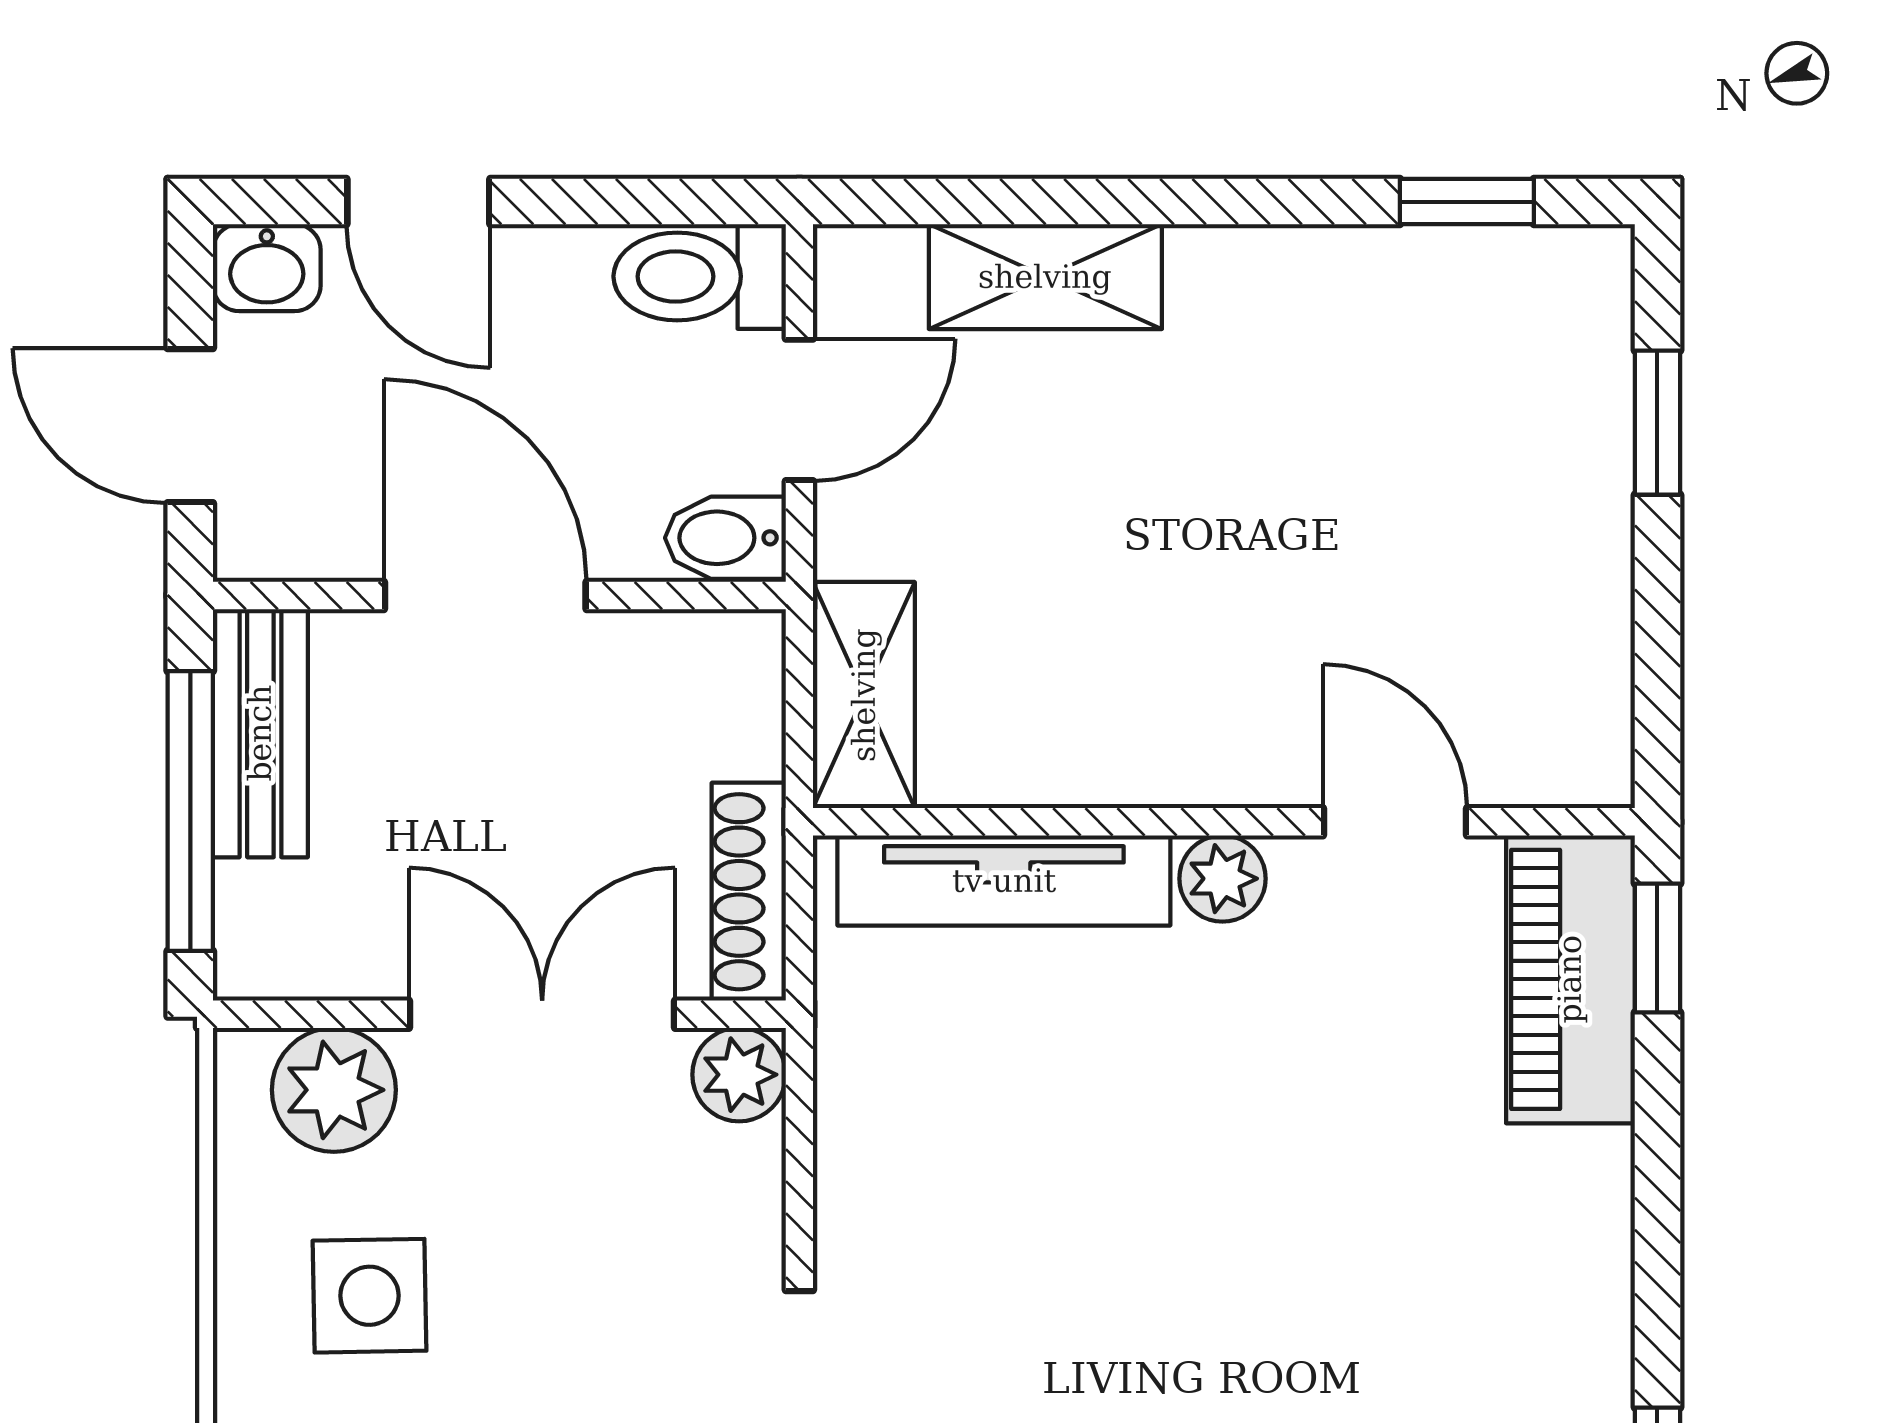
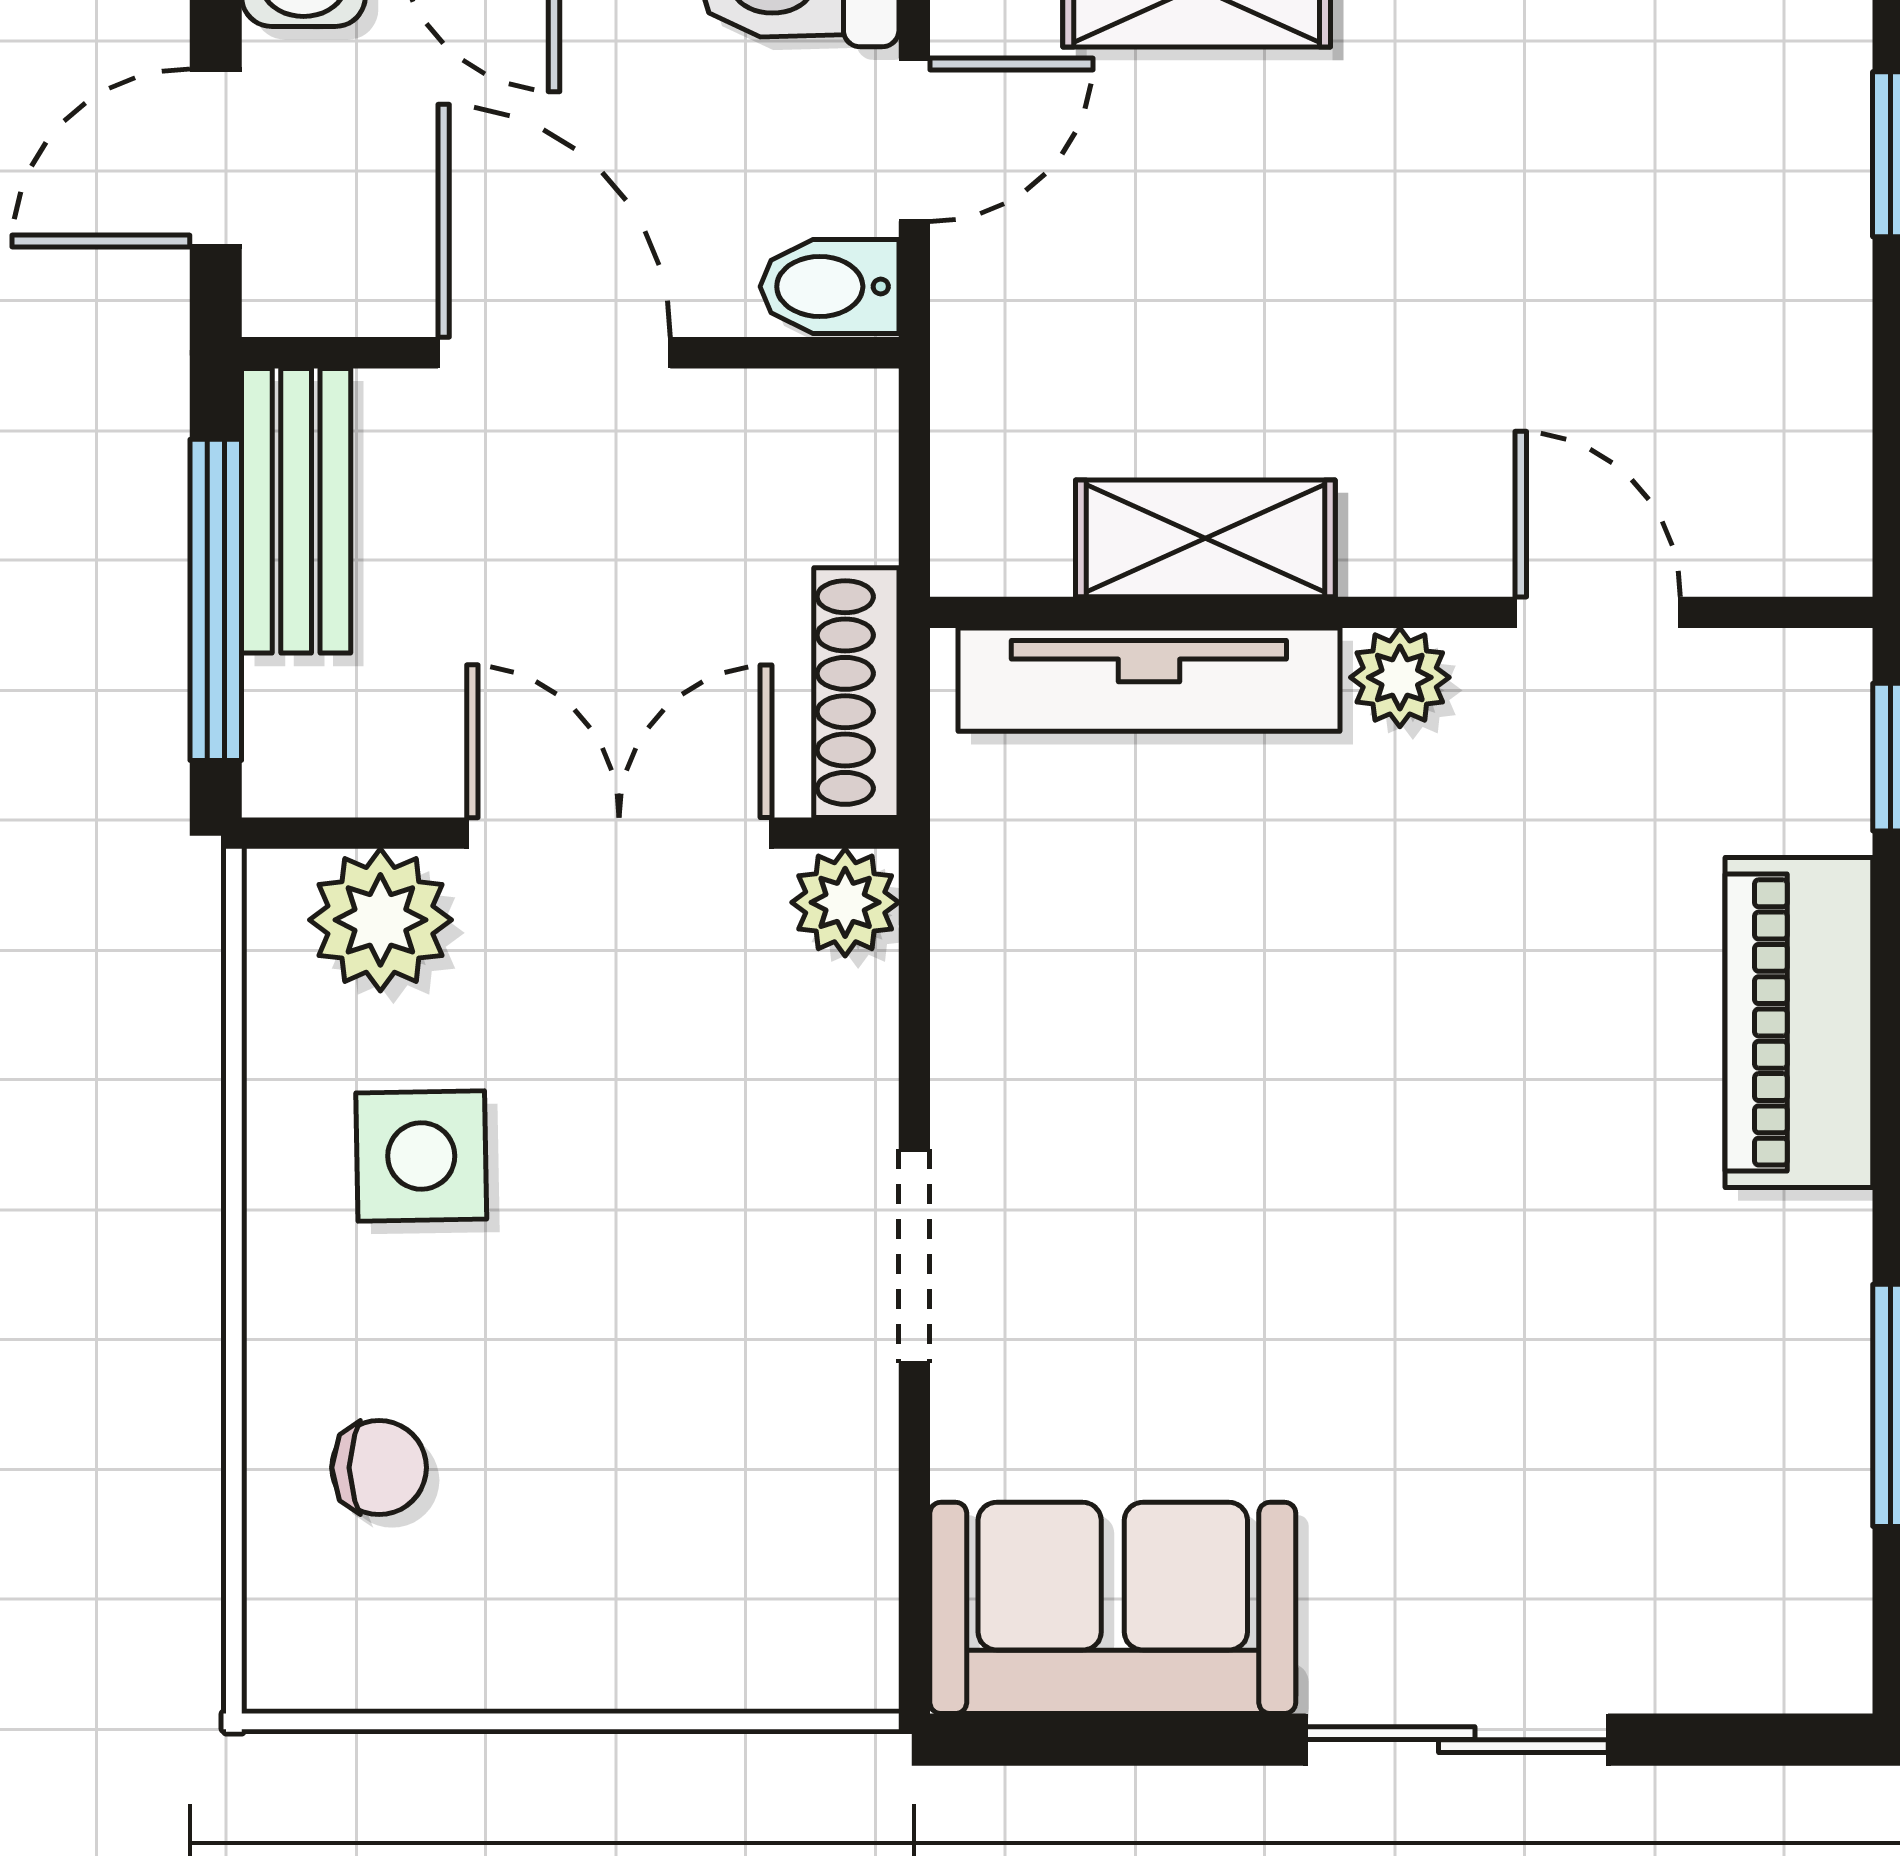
door: (190, 426) -> (216, 158), hinge flipped
shelving: (864, 695) -> (1205, 538), moved, turned 90
piano: (1570, 979) -> (1799, 1022), moved

